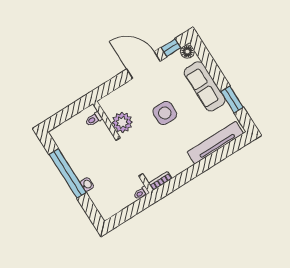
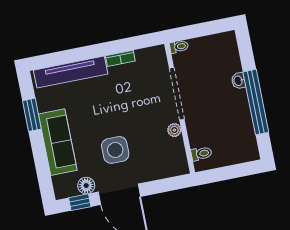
floor lamp: (187, 52) -> (86, 186), moved
side table: (165, 113) -> (115, 150), moved
plant: (122, 122) -> (174, 130), width x0.53, depth x0.53
bookcase: (160, 181) -> (120, 58), moved

